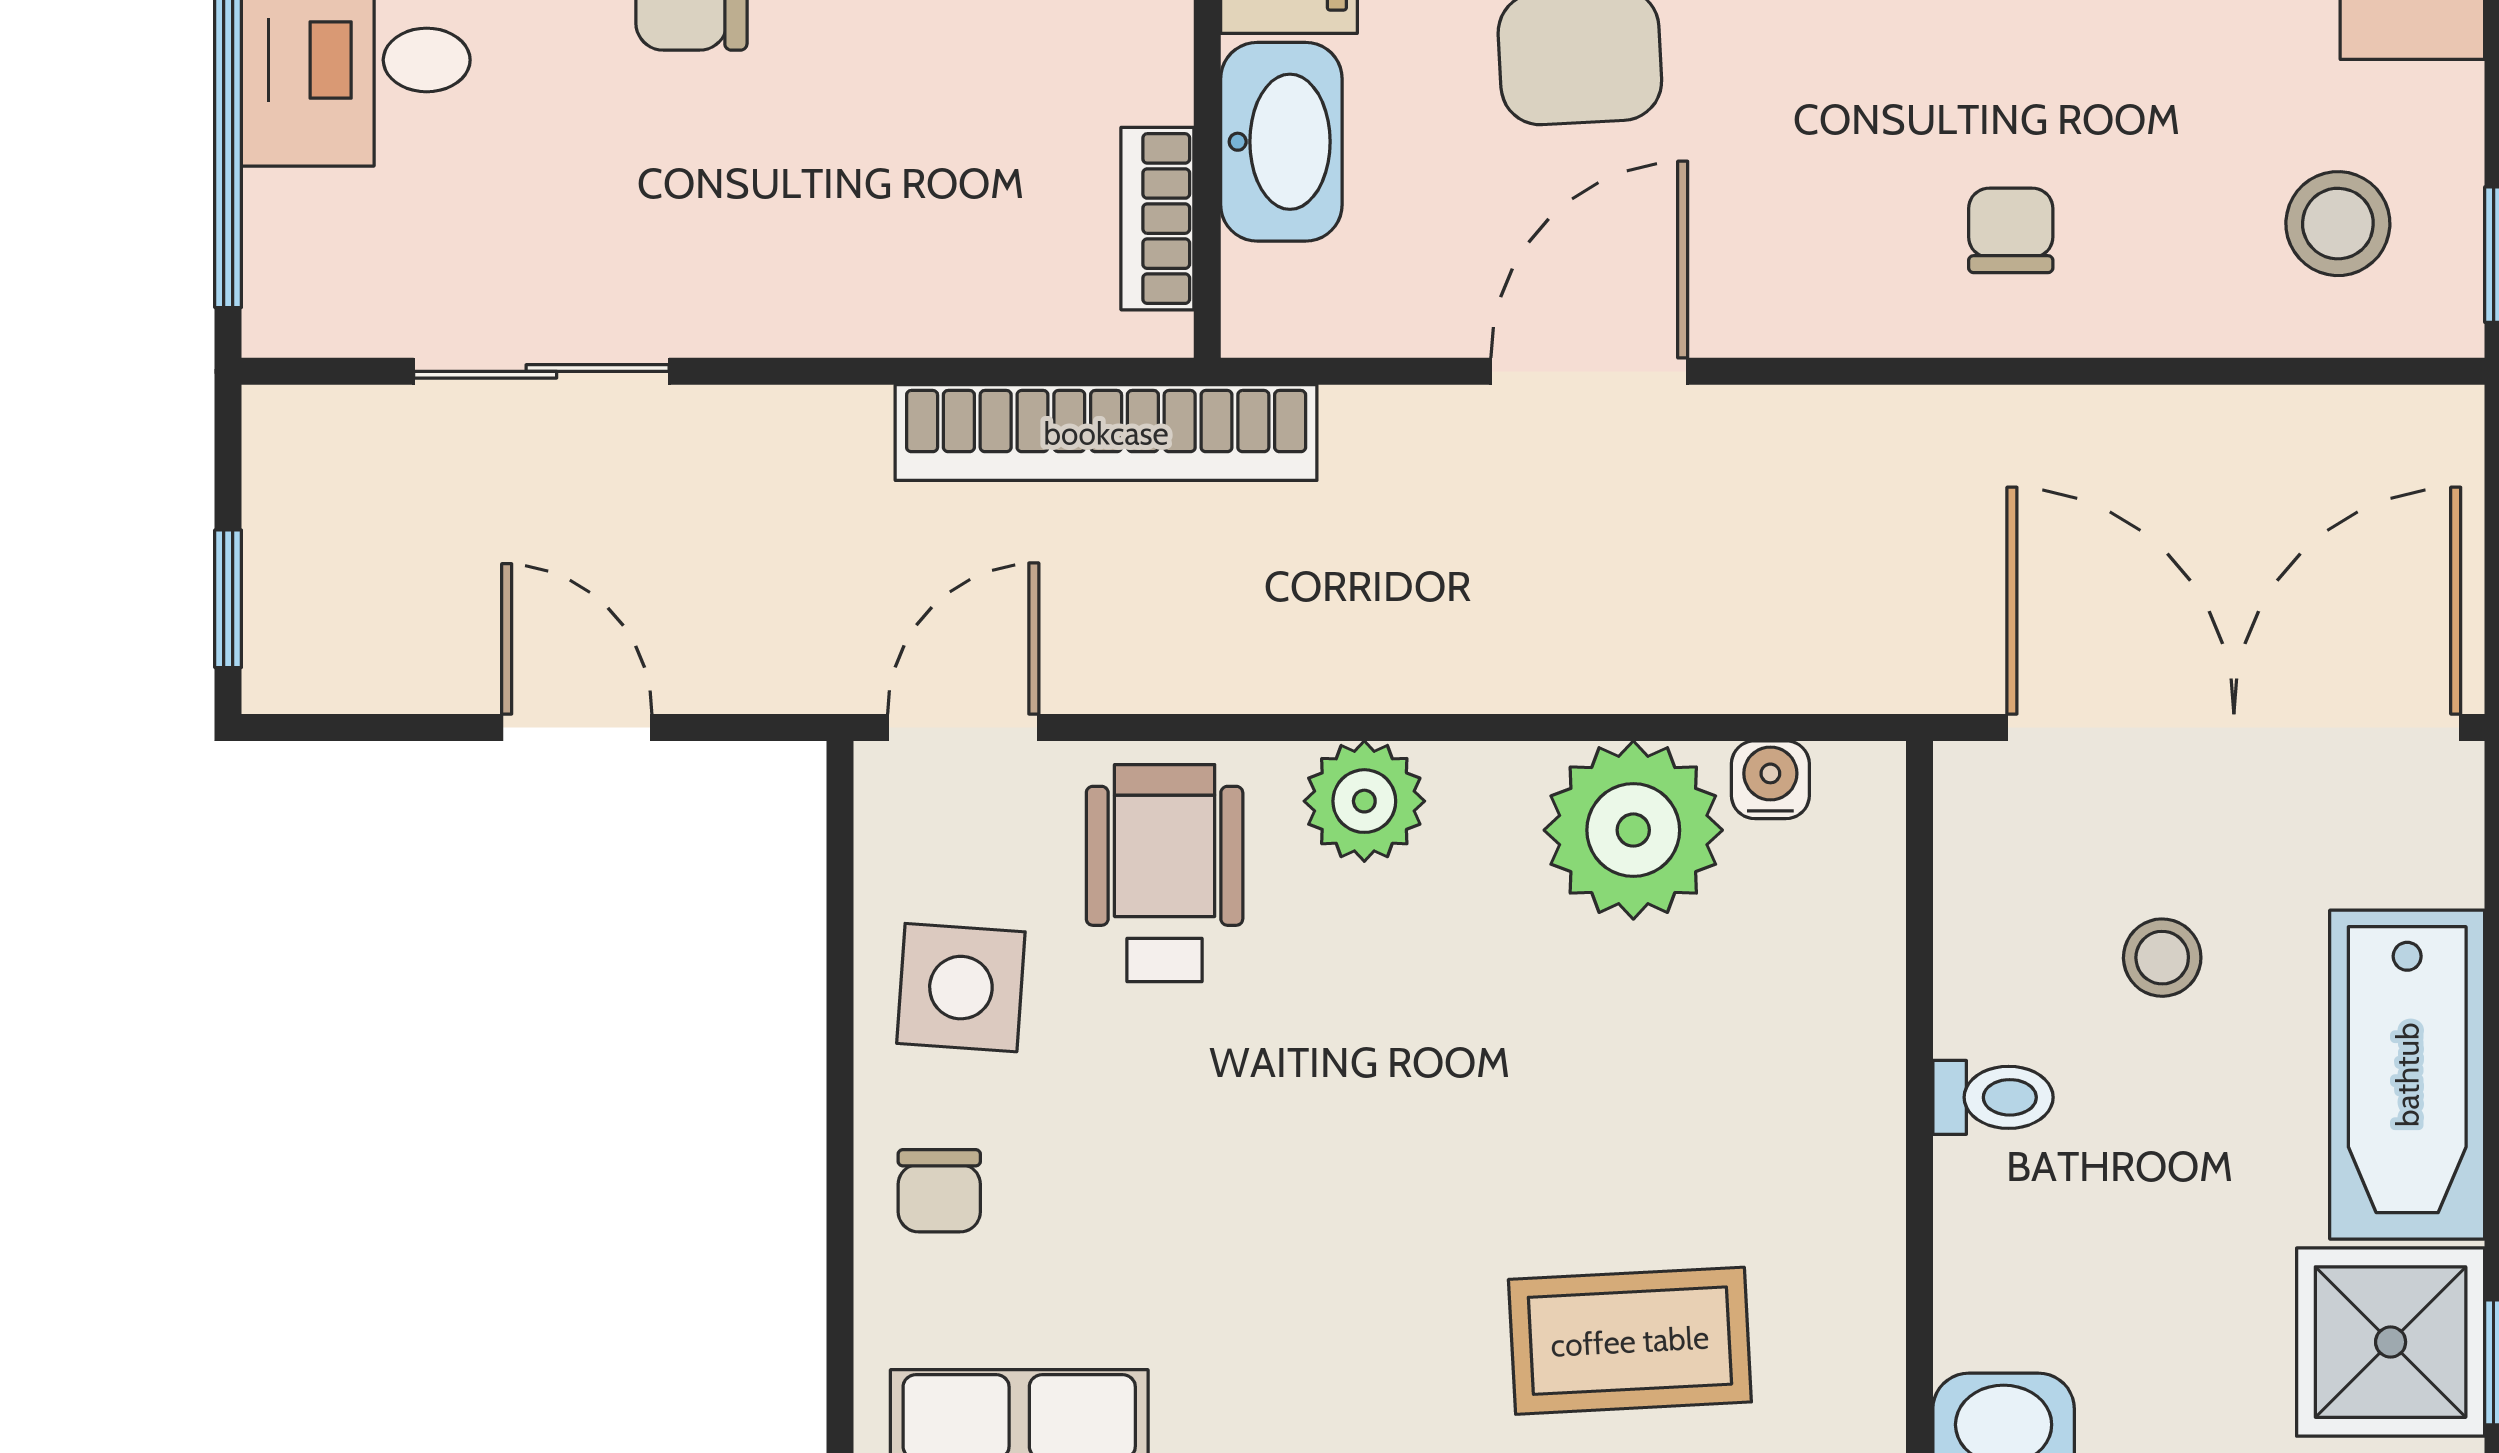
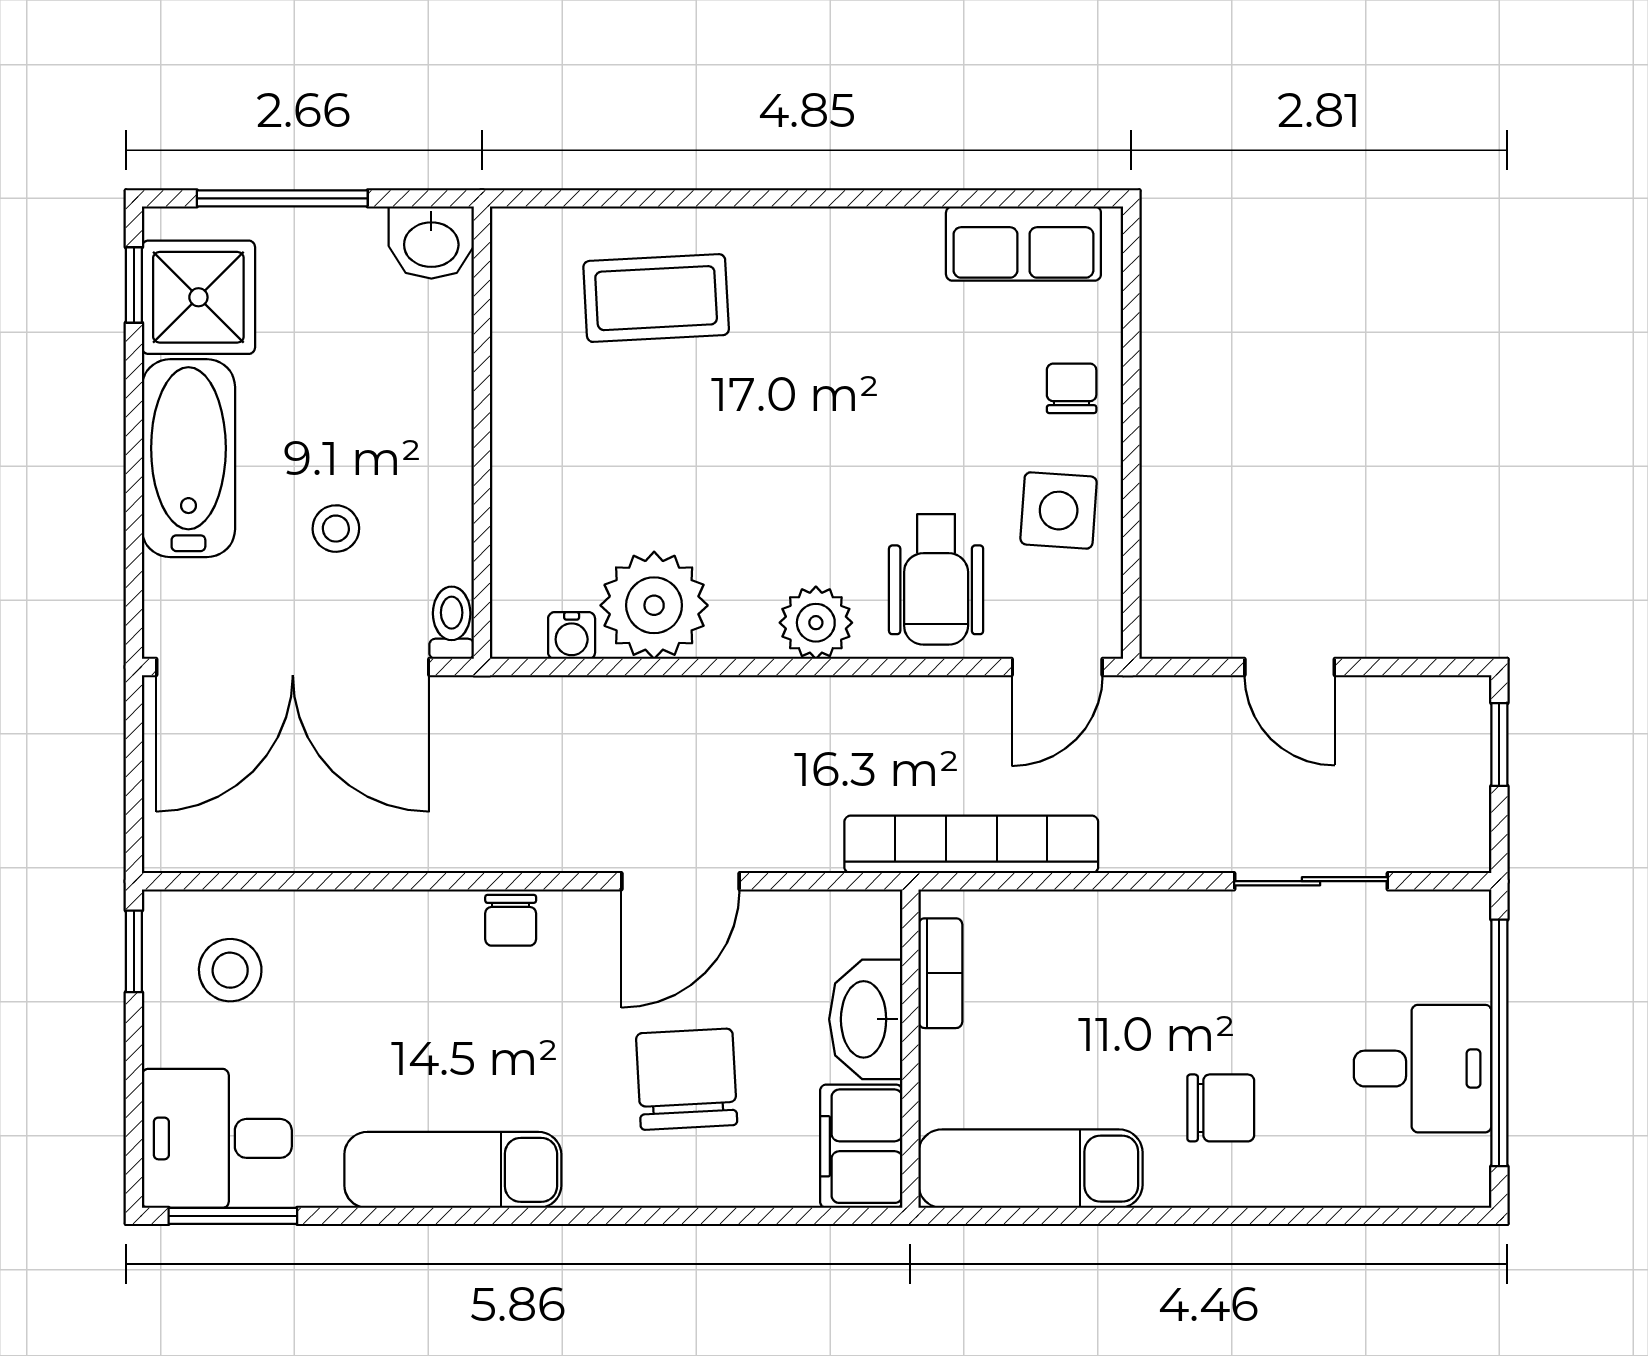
chair: (2011, 230) -> (511, 920), moved
toilet: (1993, 1097) -> (452, 623), moved, turned 90

